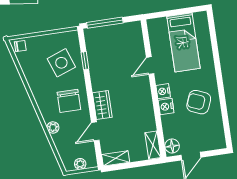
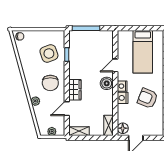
boiler: (142, 91) -> (107, 83), added

